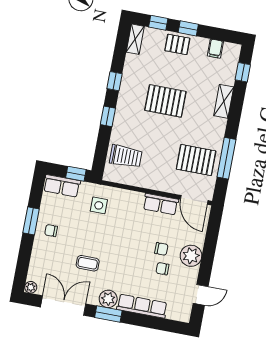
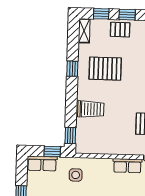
pallet: (165, 101) -> (105, 69), moved
window: (108, 116) -> (70, 136), moved
trolley: (126, 156) -> (91, 109), moved

